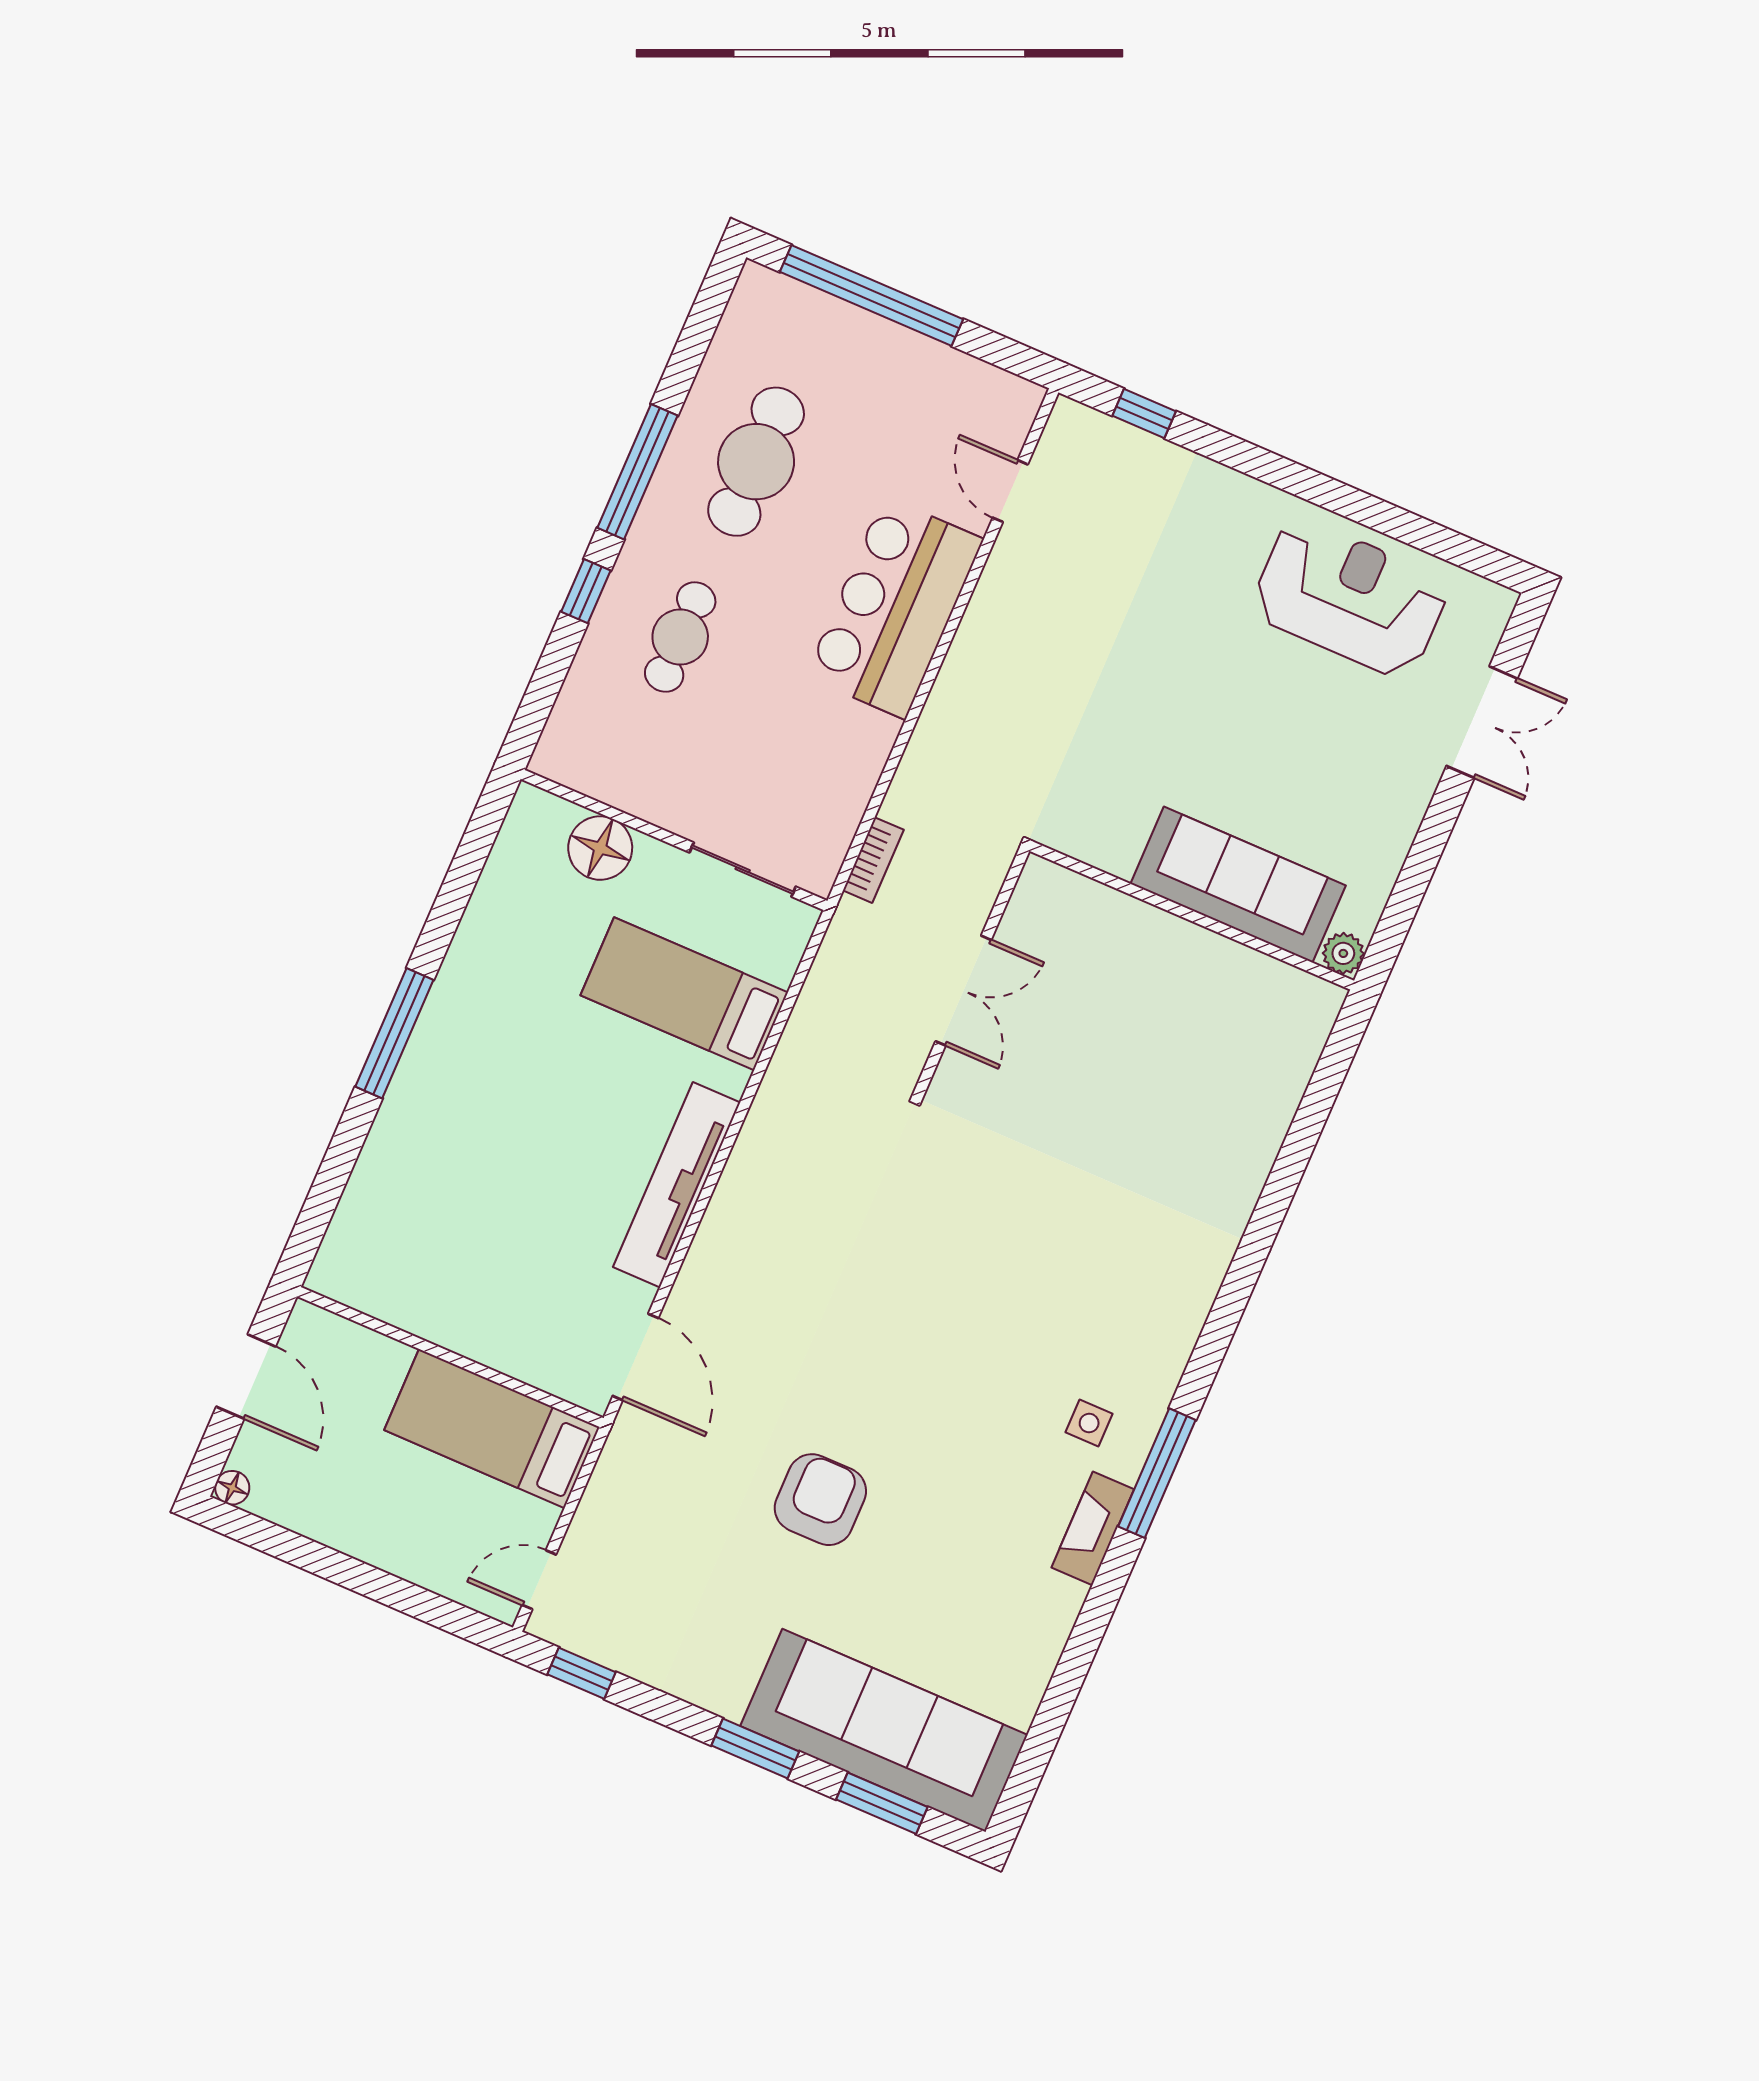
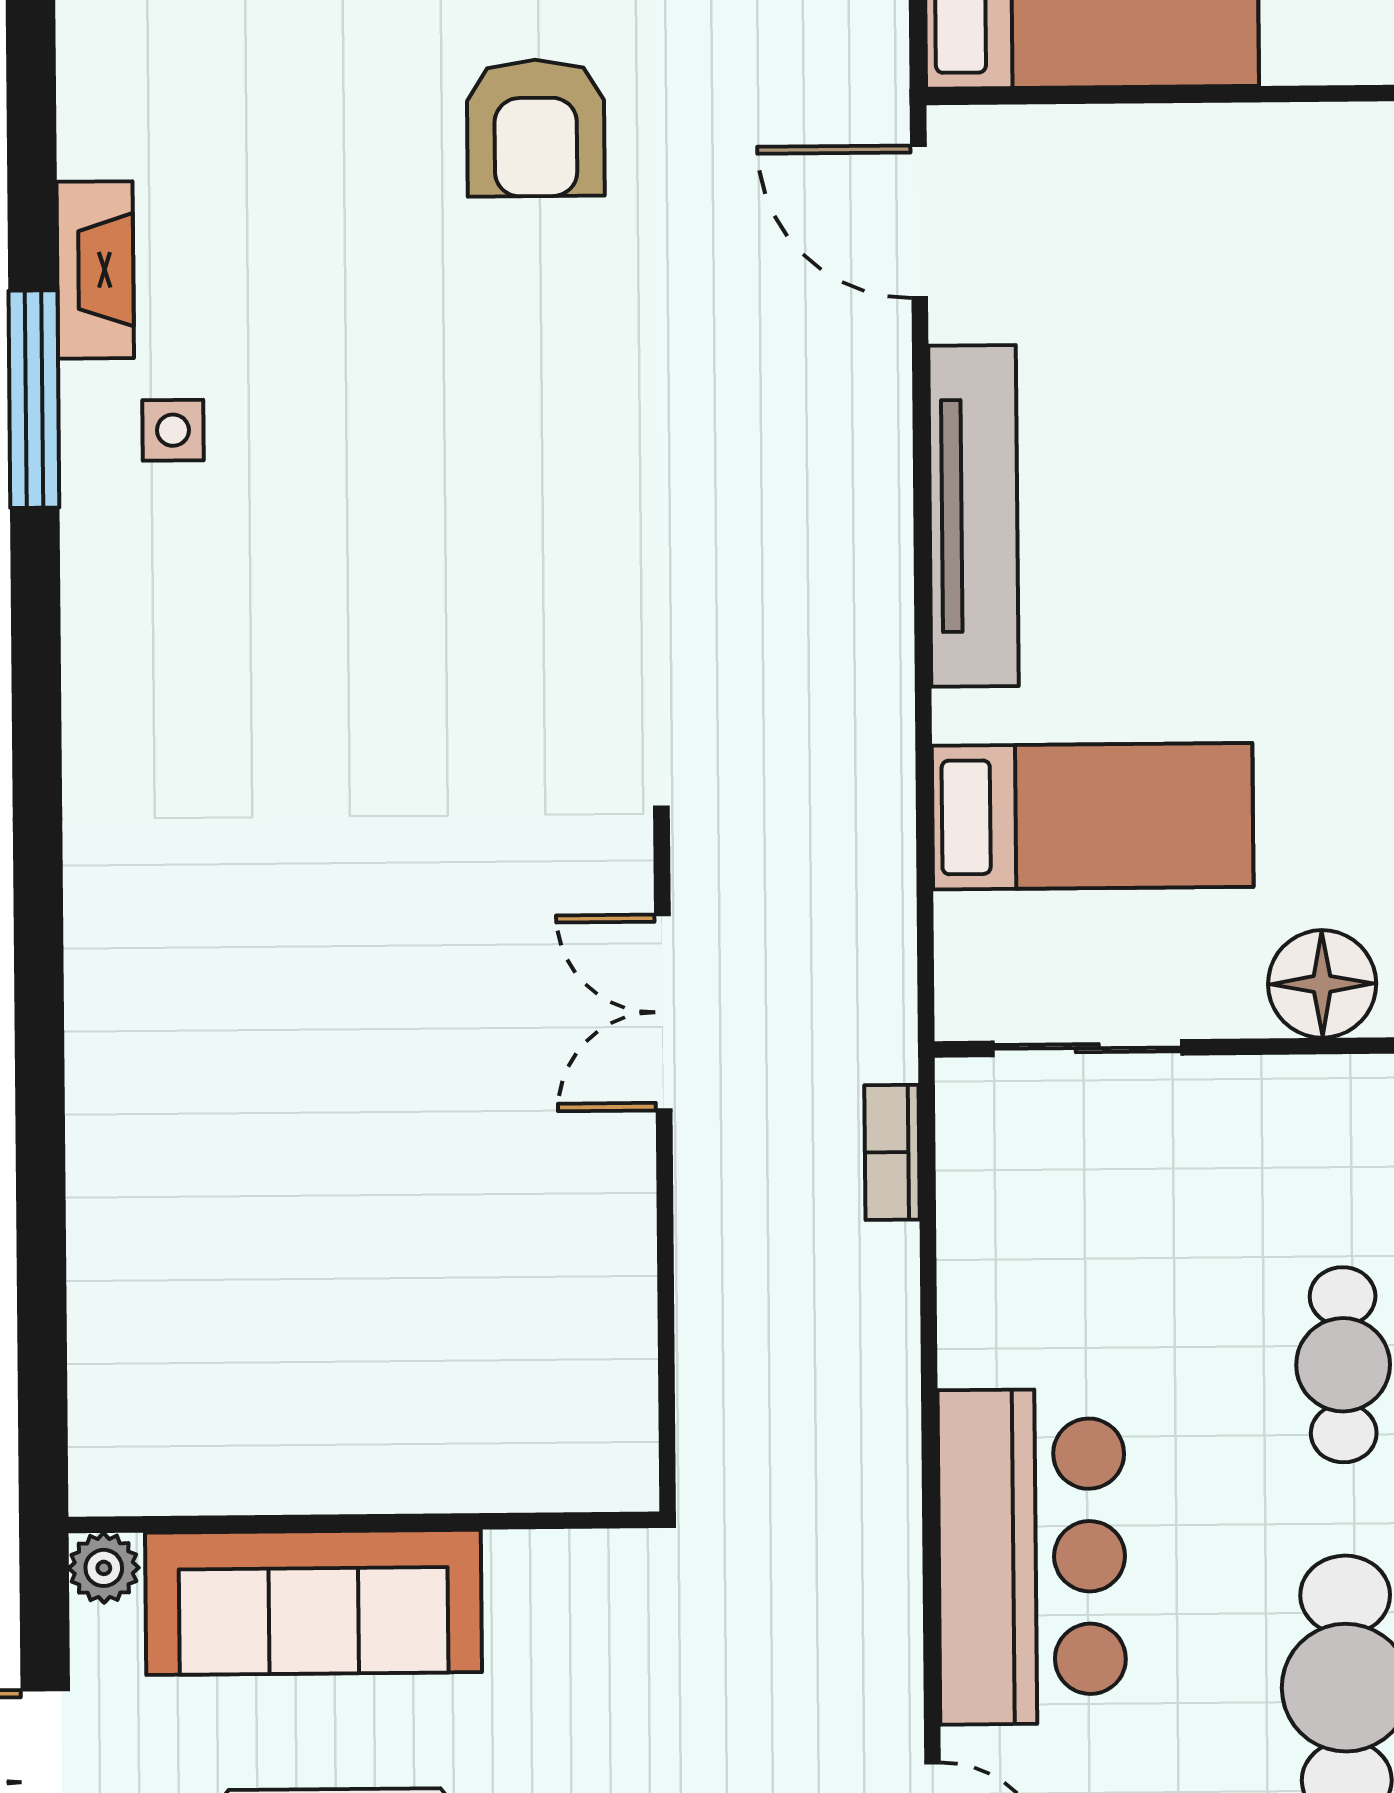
sofa: (1238, 885) -> (313, 1602), moved
wall: (1192, 916) -> (364, 1522), moved
plant: (1343, 953) -> (104, 1568), moved

